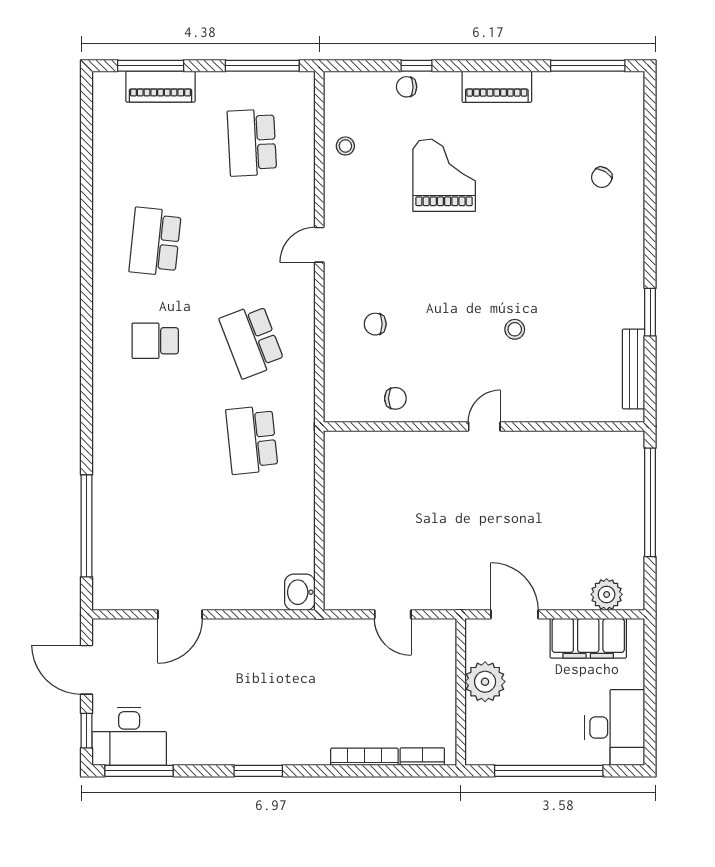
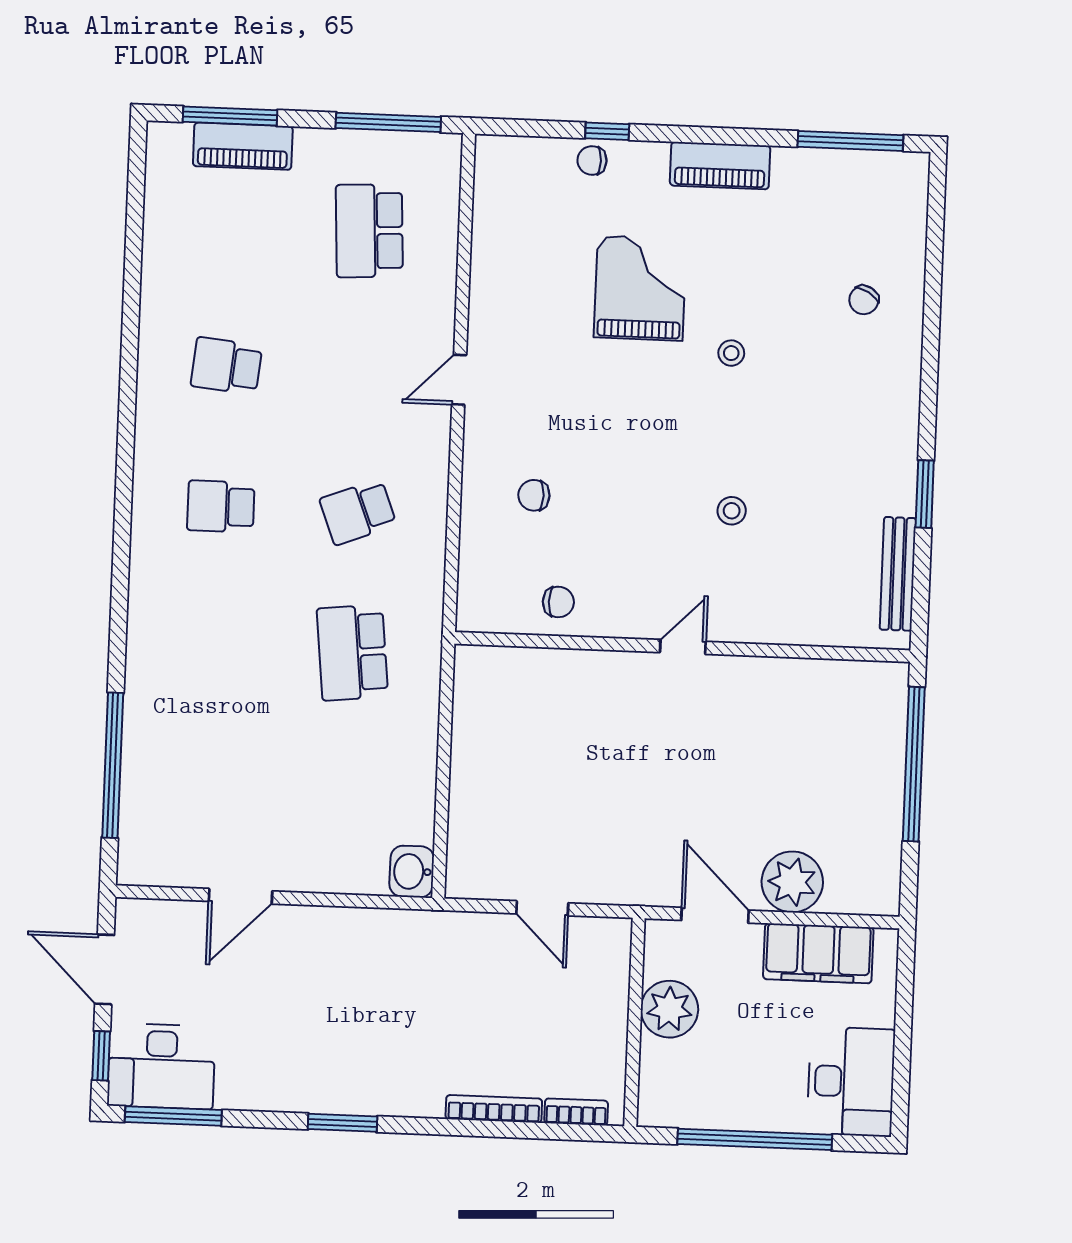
stool: (345, 146) -> (731, 353), moved
school desk: (155, 242) -> (226, 366), width x0.54
school desk: (252, 341) -> (358, 512), width x0.54
plant: (607, 594) -> (792, 882), moved, width x1.36, depth x1.36

